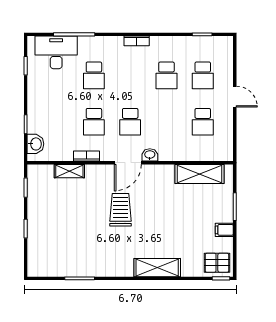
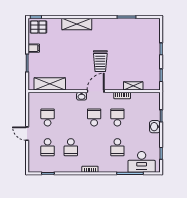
school desk: (94, 75) -> (117, 147), turned 180
school desk: (166, 75) -> (71, 147), turned 180
school desk: (203, 75) -> (48, 147), turned 180
washbasin: (35, 144) -> (155, 127), moved

